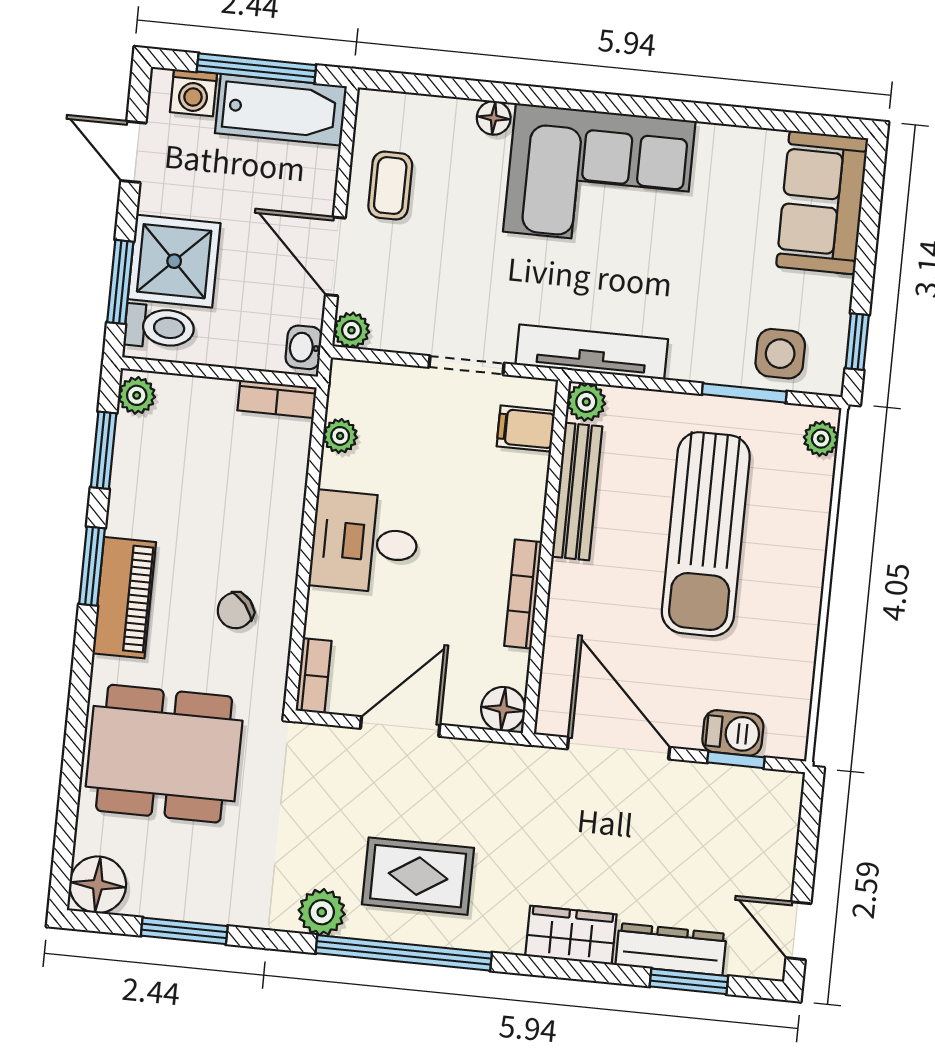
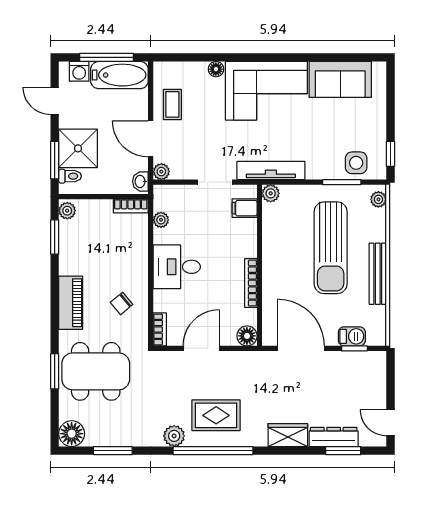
sofa: (822, 203) -> (340, 79), moved, turned -90
toilet: (159, 327) -> (70, 176), width x0.73, depth x0.72
bench: (577, 492) -> (378, 274), moved
window: (92, 566) -> (55, 371), moved

